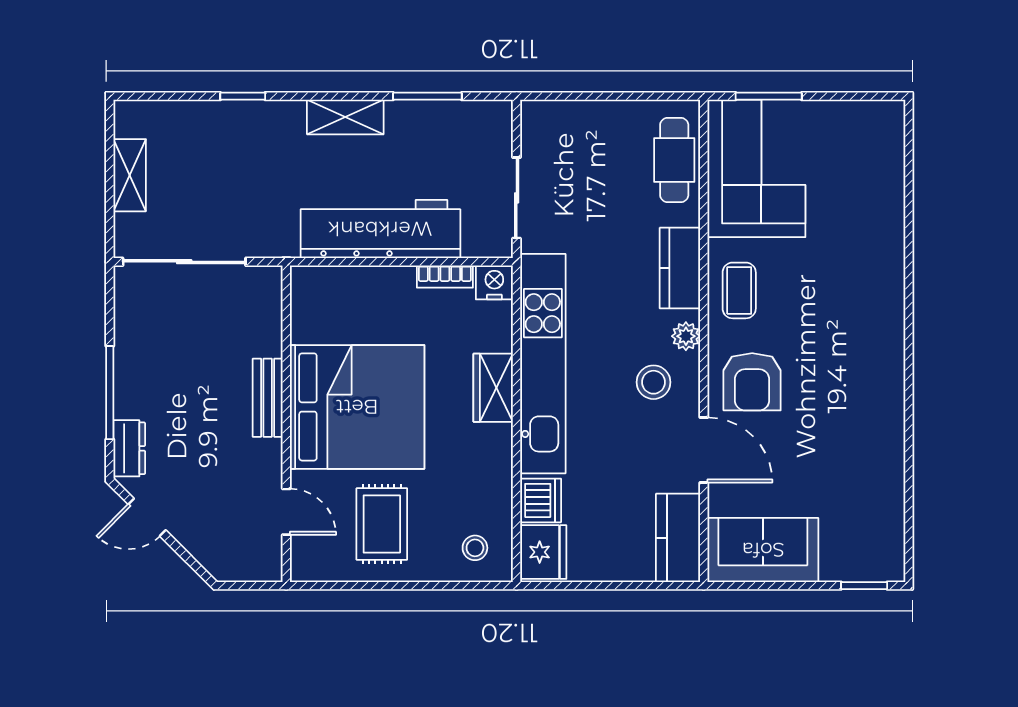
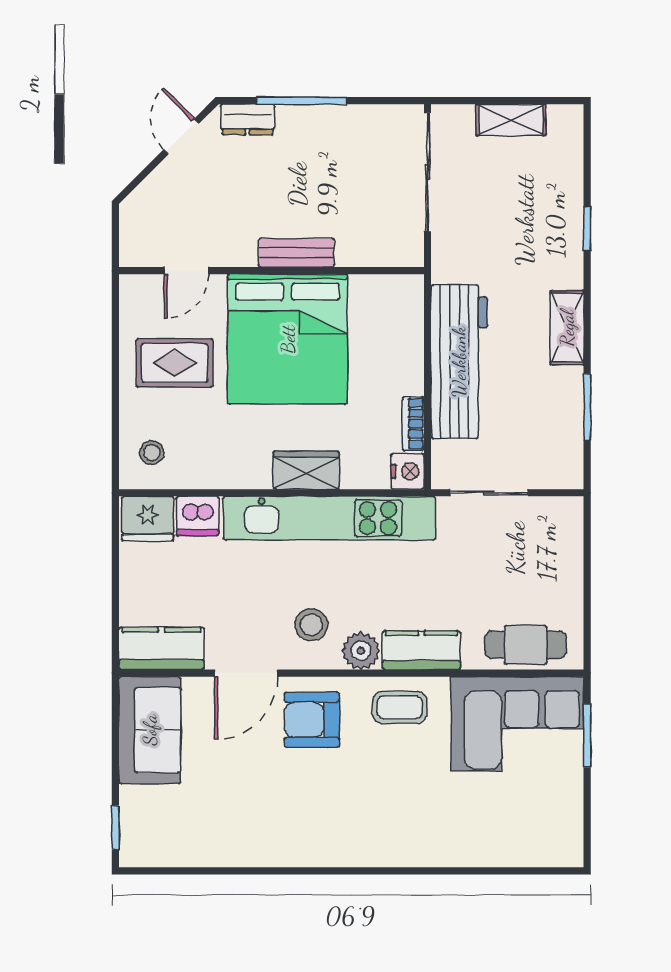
plant: (686, 336) -> (361, 651), width x1.38, depth x1.38

